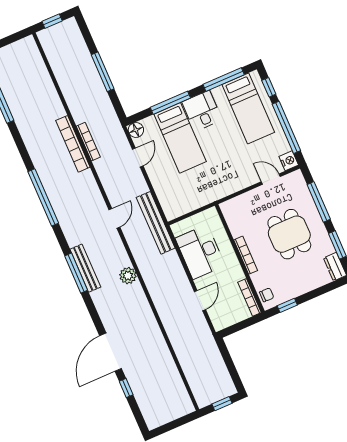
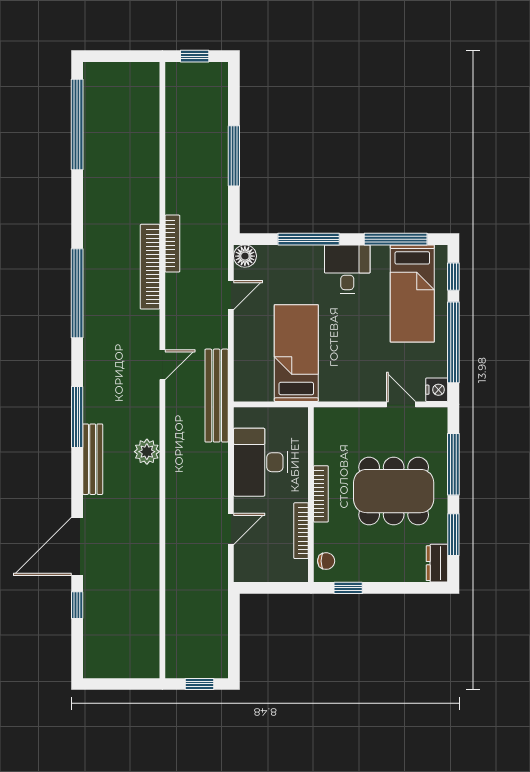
bed: (180, 138) -> (296, 353), moved, turned 180
bookcase: (73, 144) -> (150, 267), moved
dining table: (289, 234) -> (394, 491), width x1.38
bench: (85, 268) -> (93, 459), moved
bookcase: (249, 297) -> (301, 531), moved

